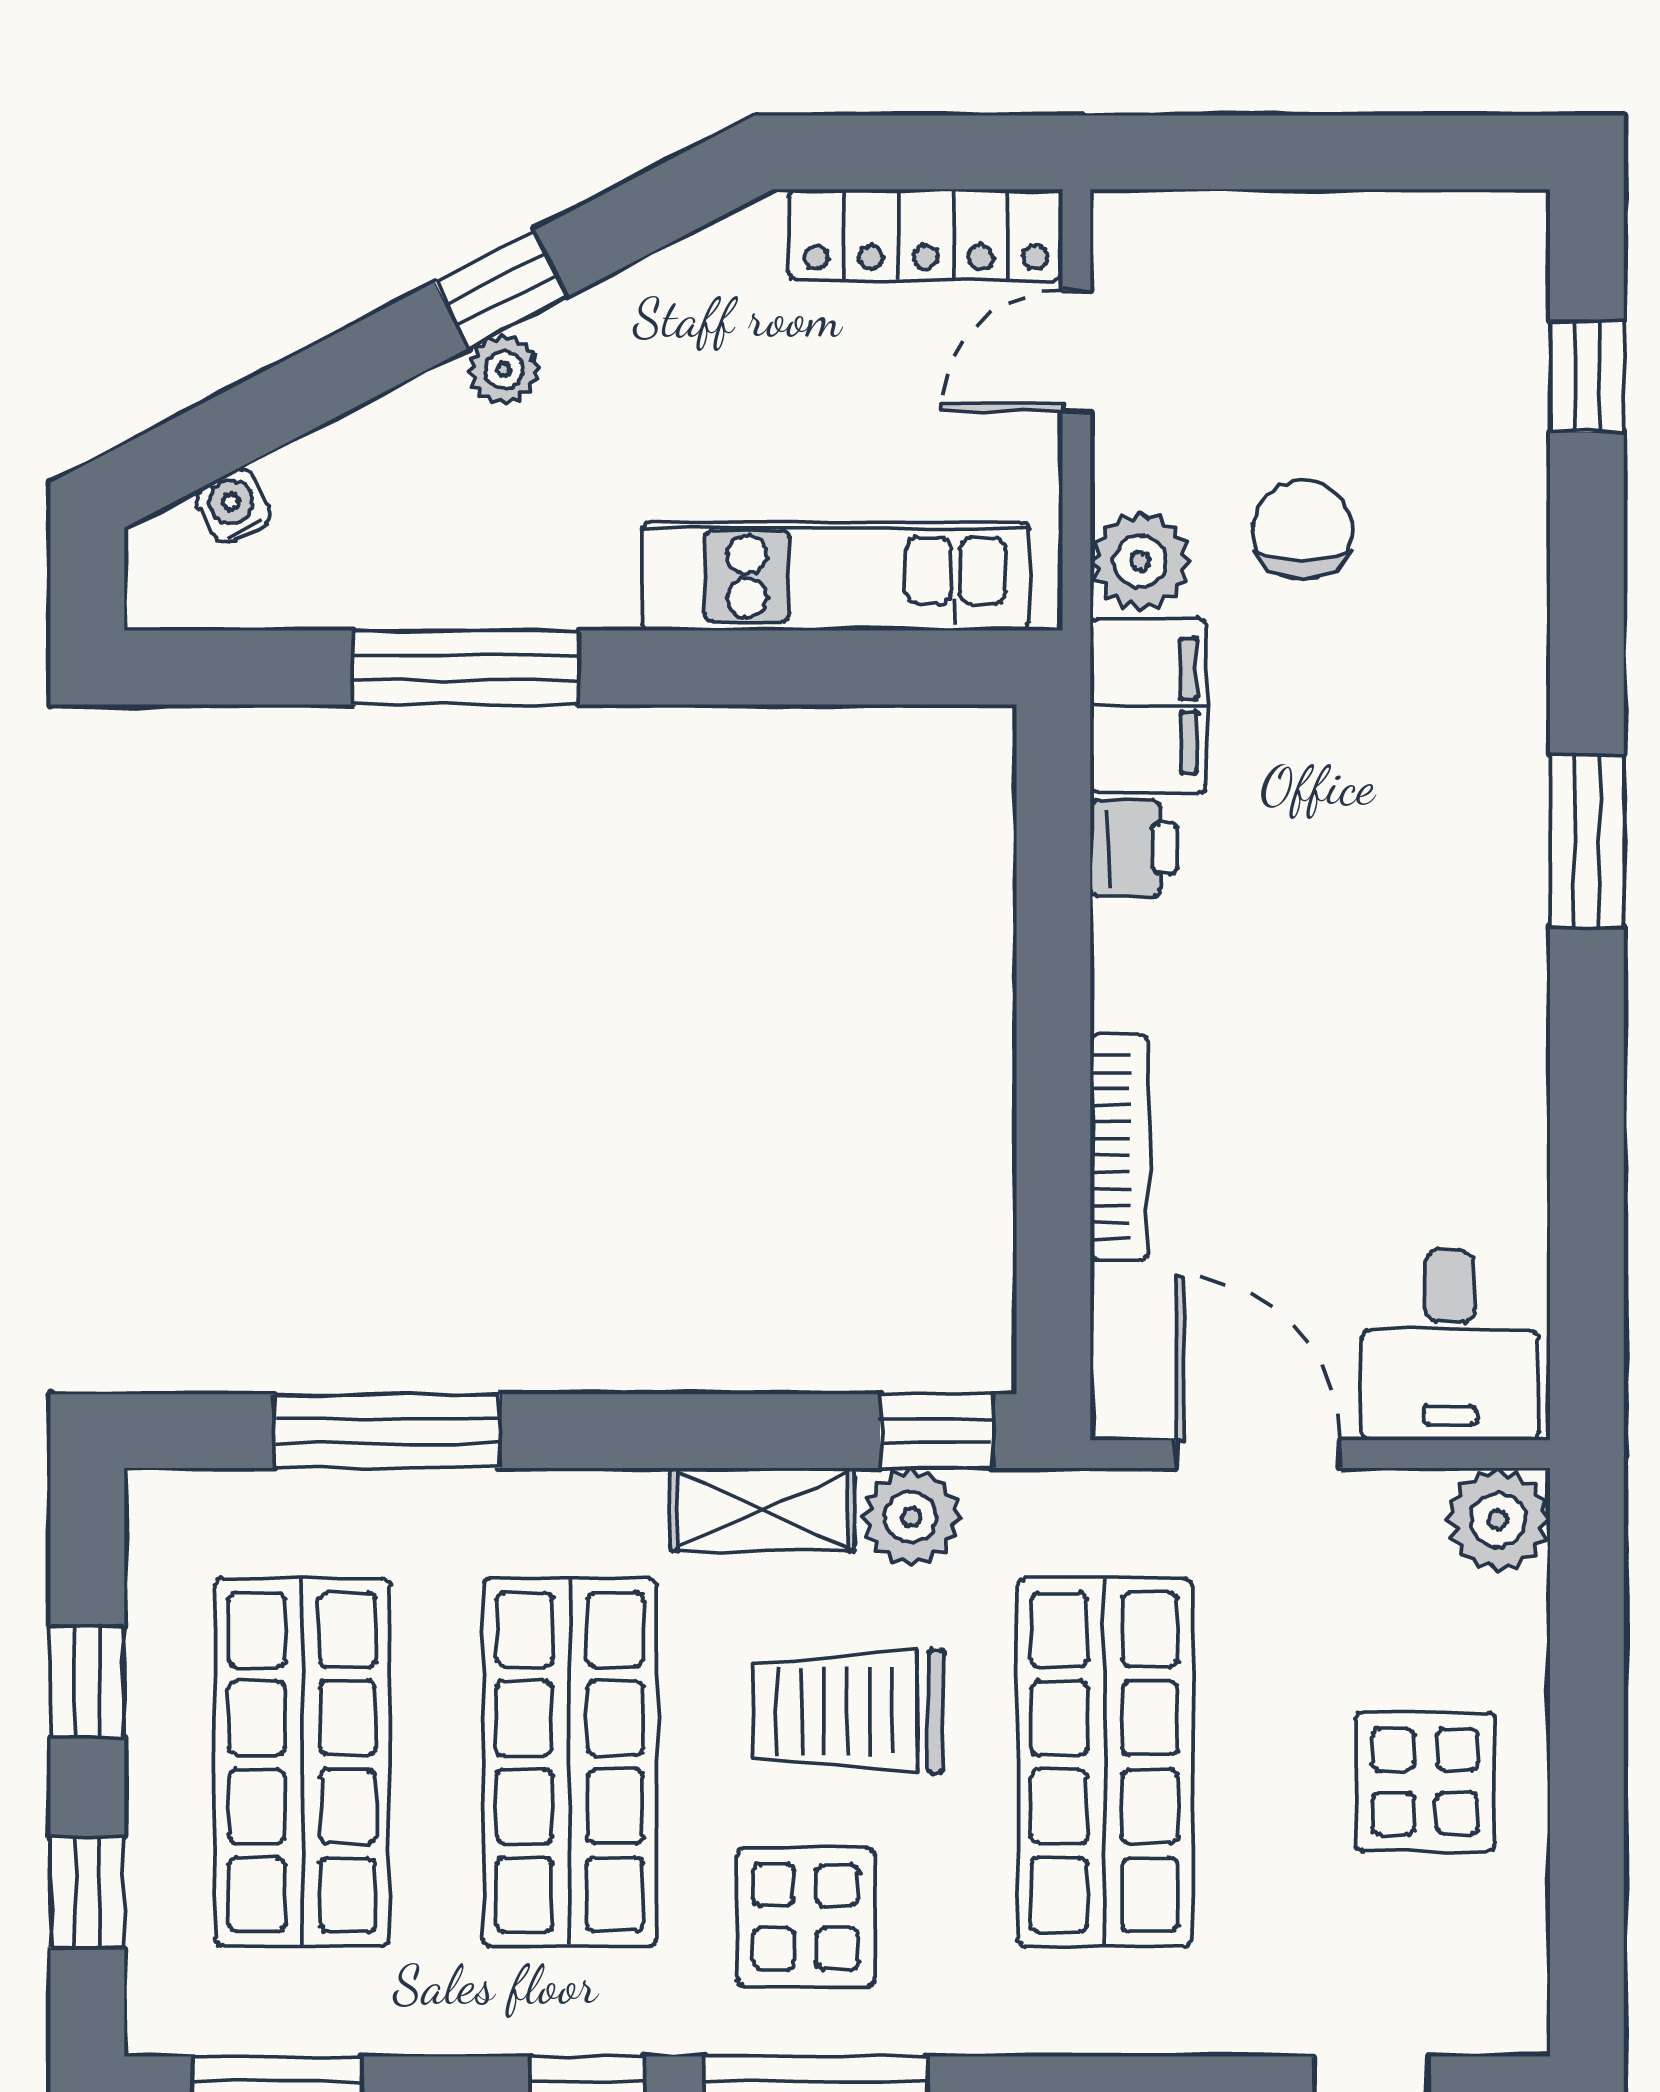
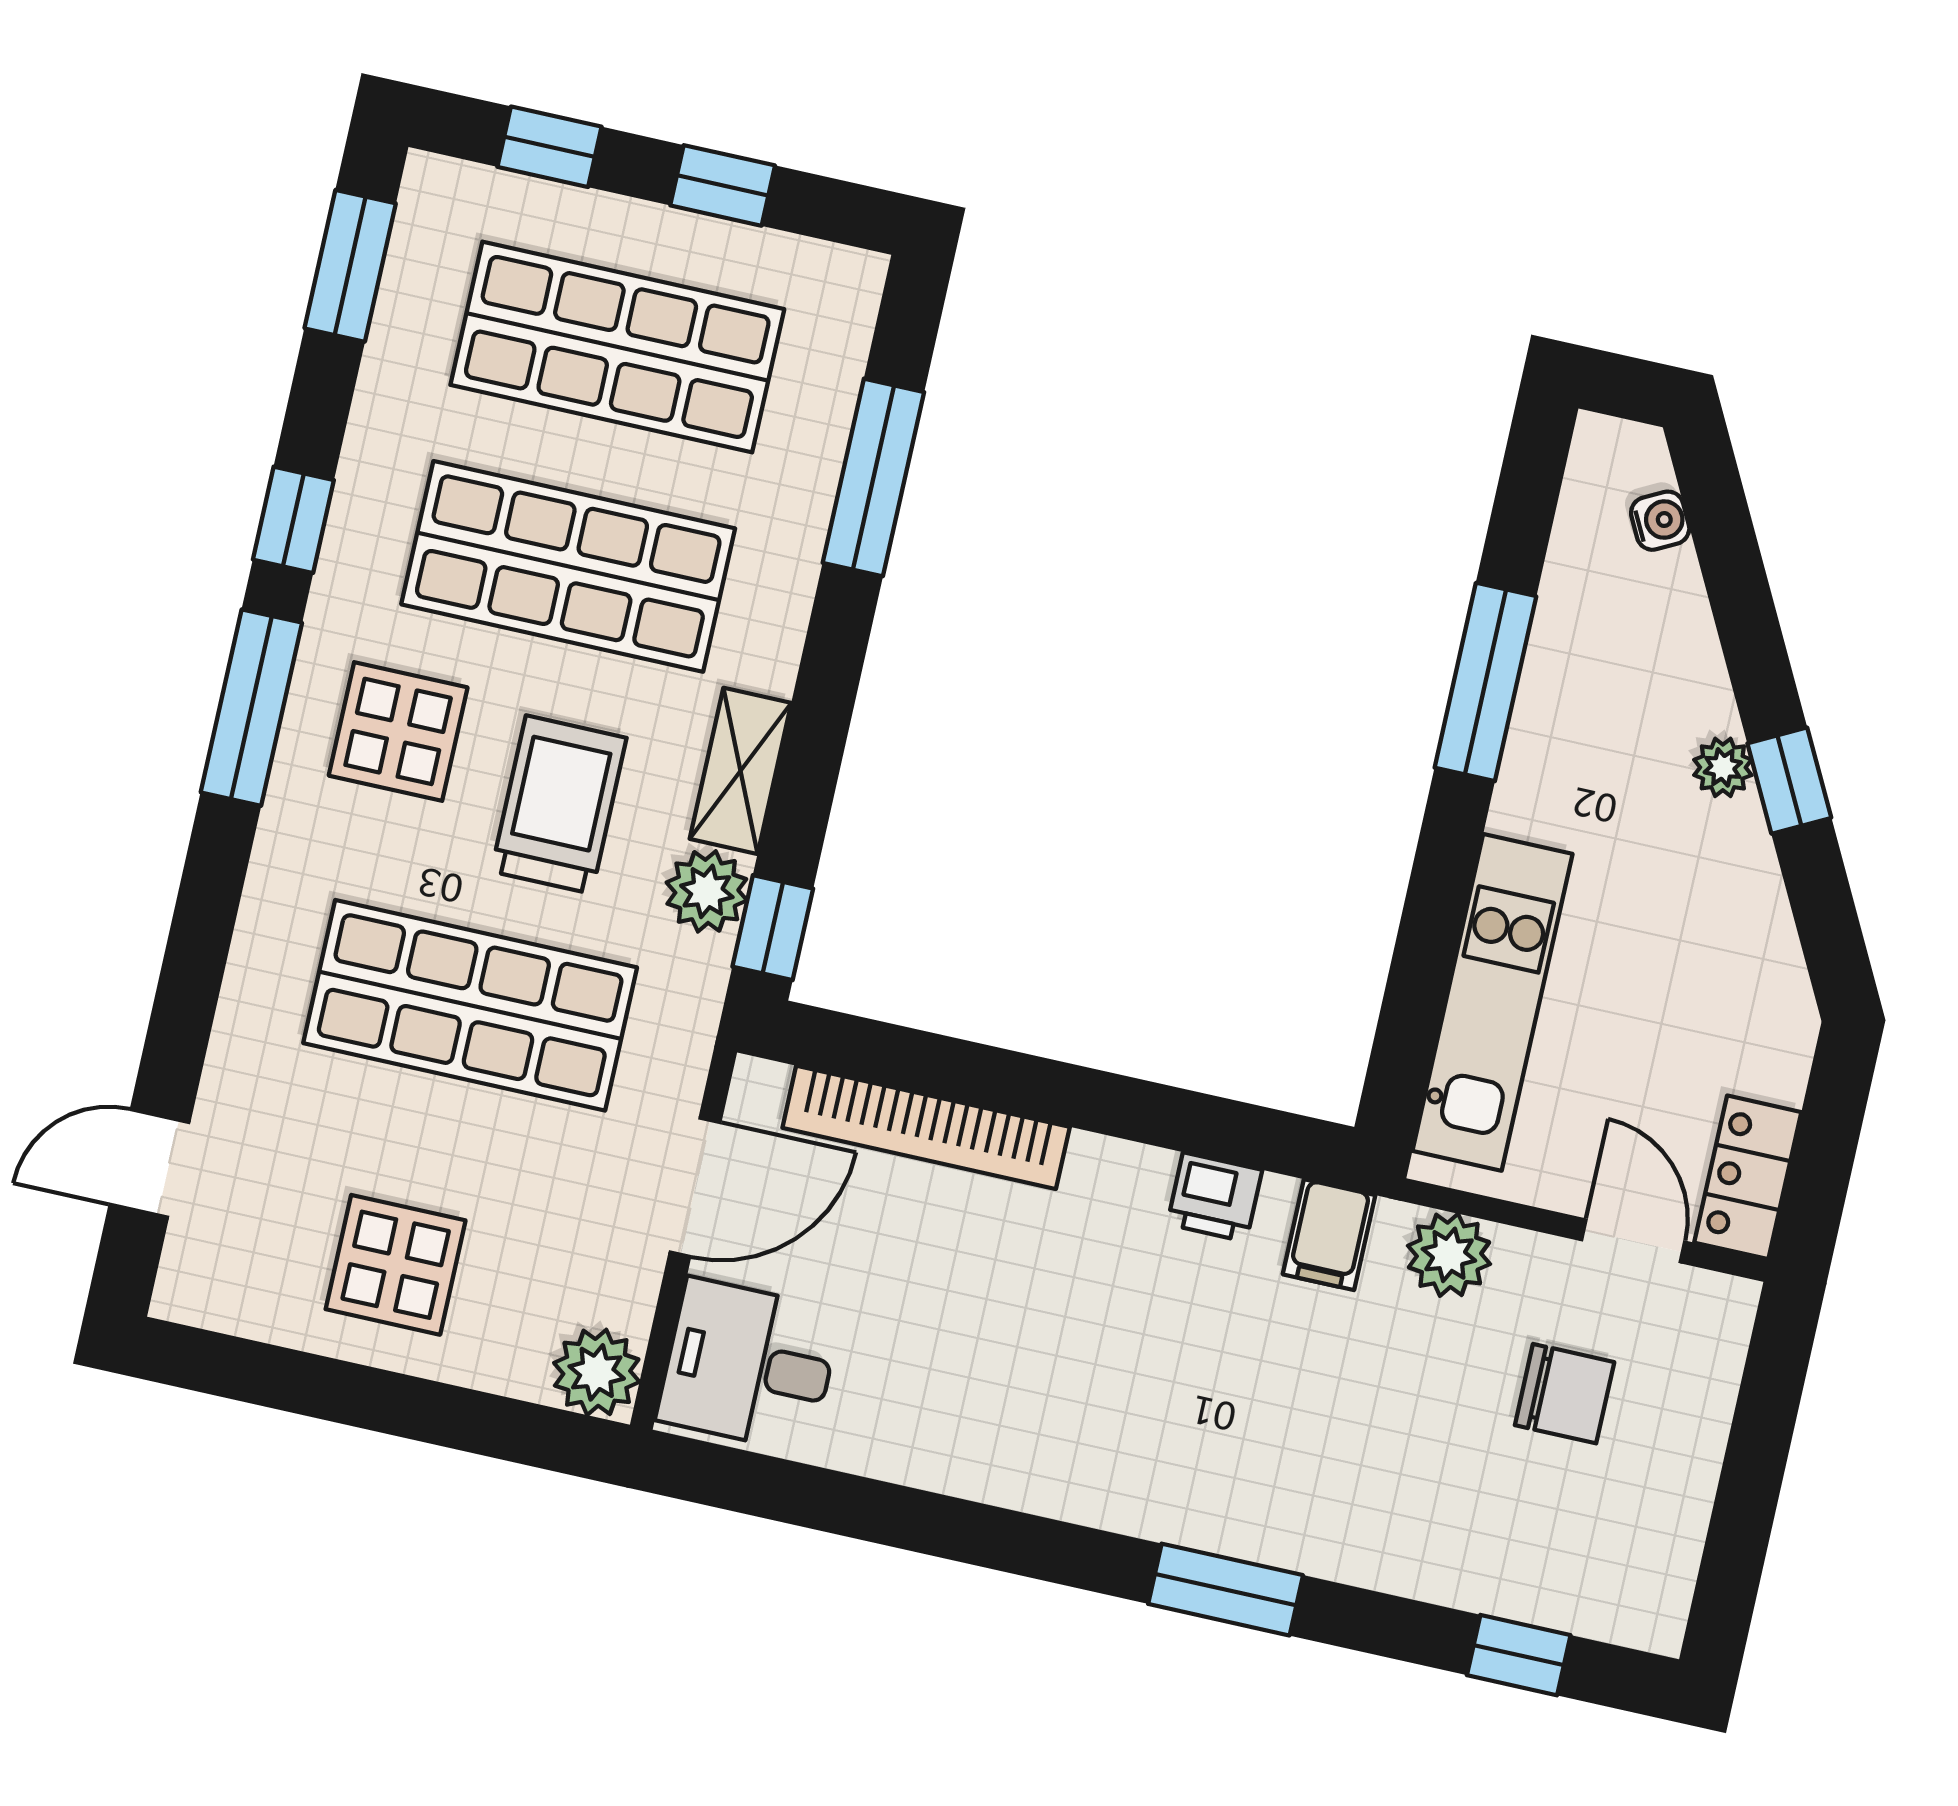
locker: (926, 234) -> (1748, 1177), width x0.66
chair: (1302, 530) -> (1565, 1394), moved
filing cabinet: (1148, 706) -> (1329, 1235), width x0.50
window: (1587, 841) -> (1226, 1590), moved
bookcase: (1119, 1147) -> (926, 1127), width x1.48, depth x1.31

